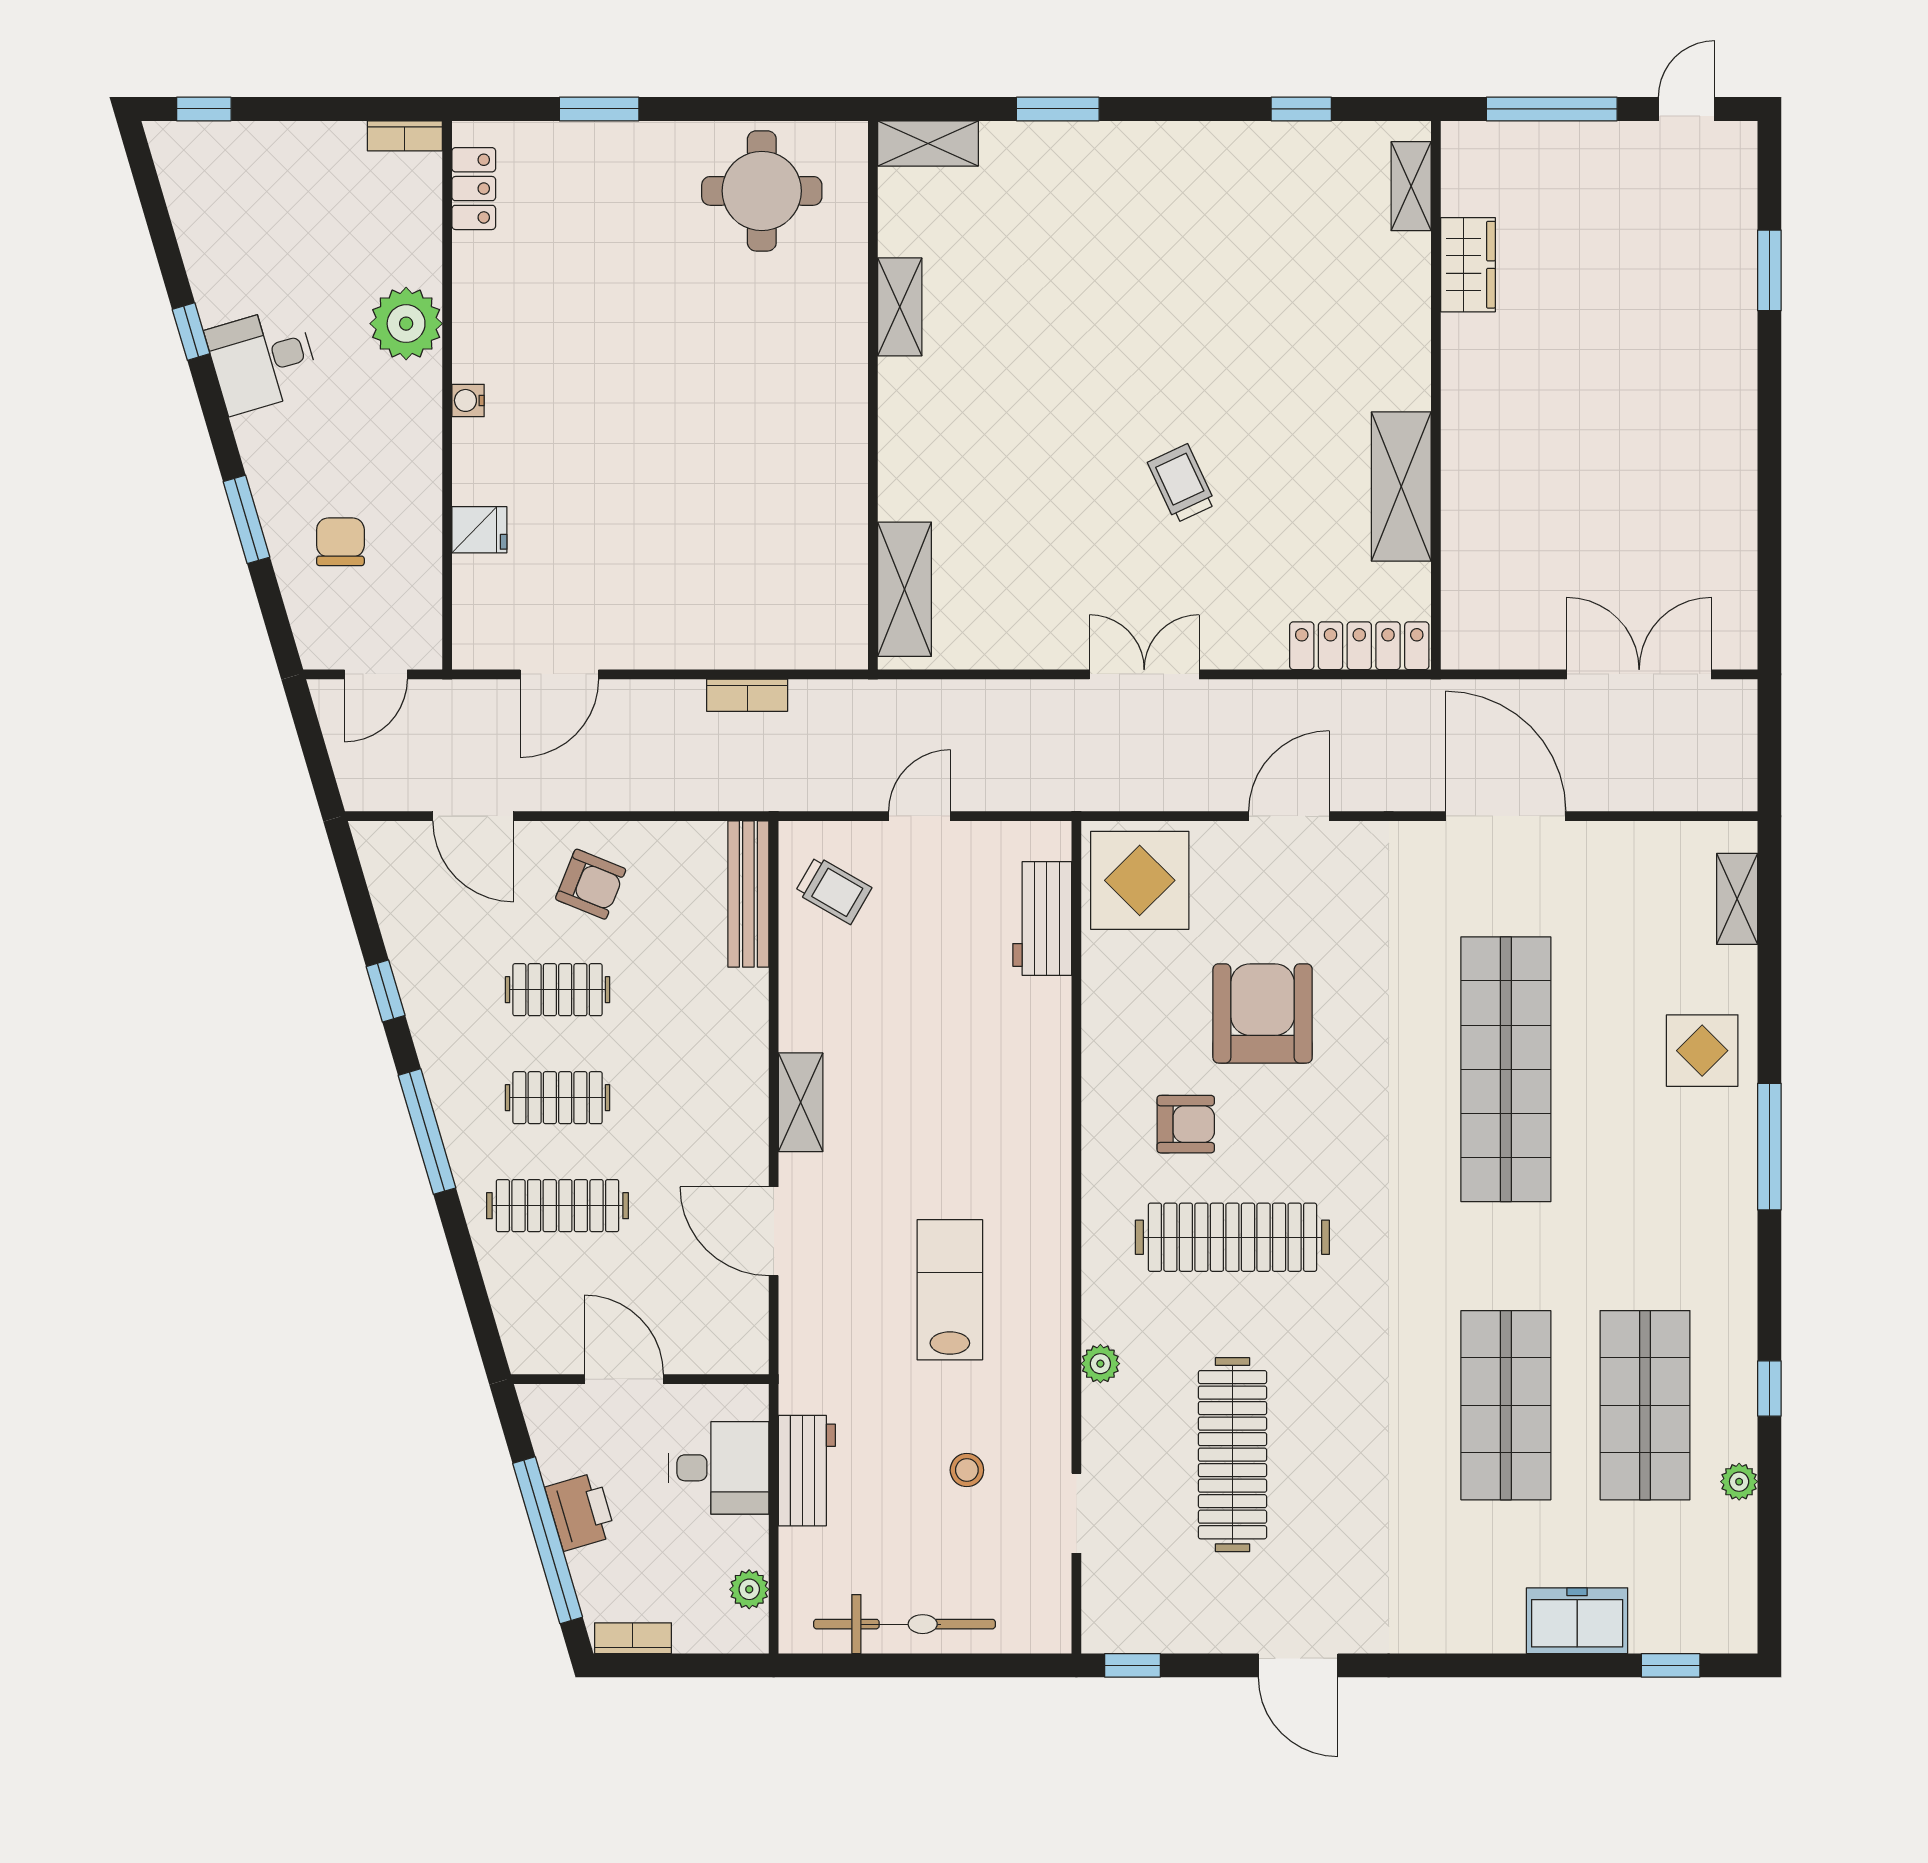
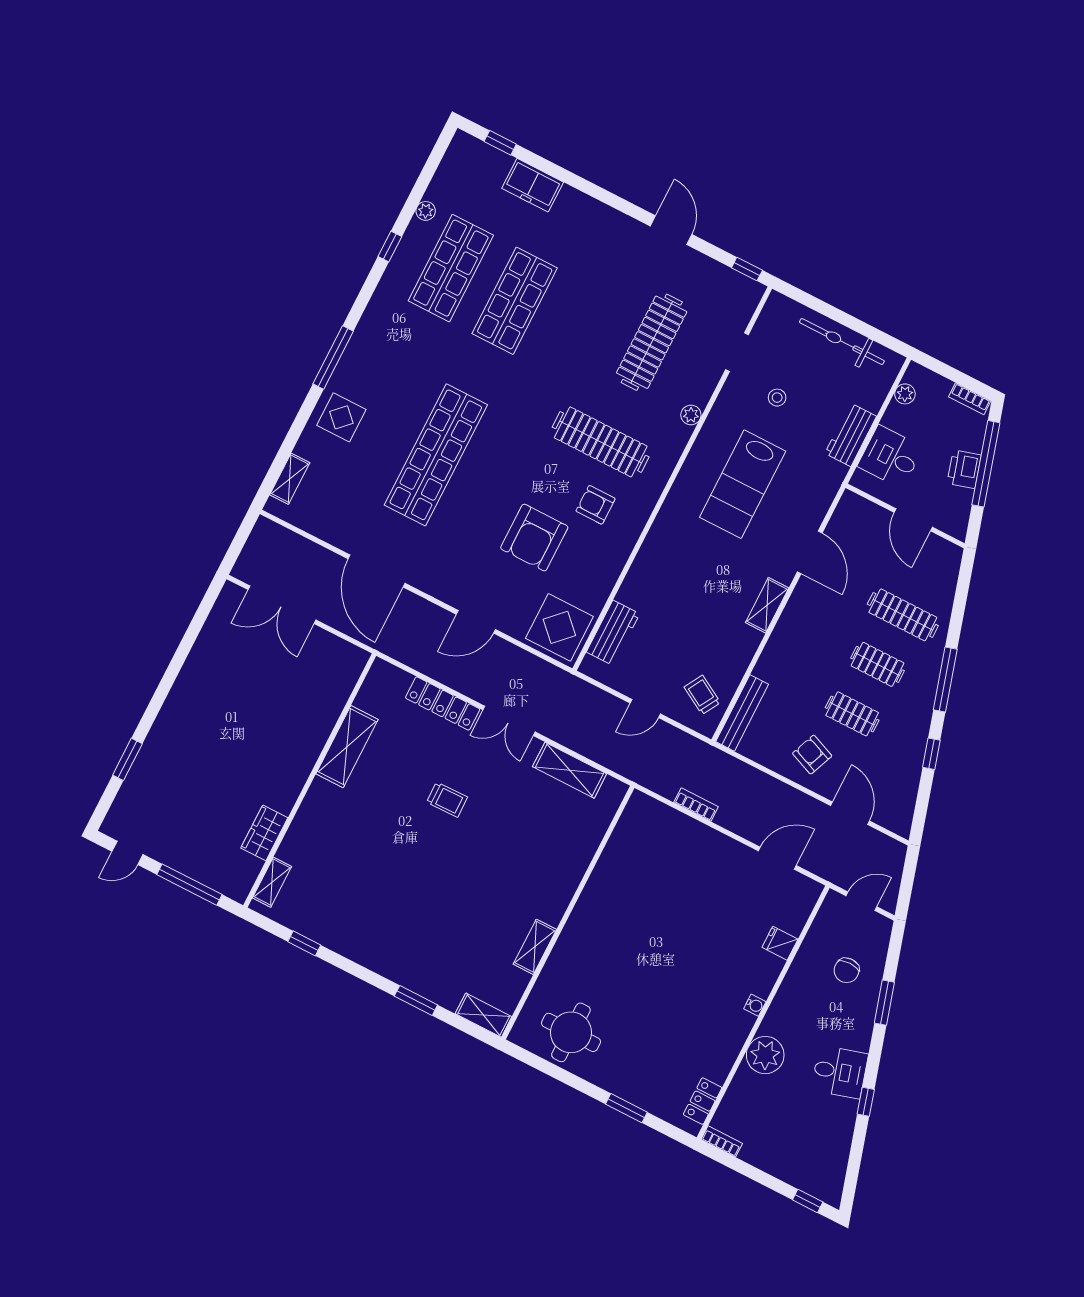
trolley: (1182, 483) -> (447, 800), turned -66
shelving: (905, 589) -> (570, 770), moved, turned 90
locker: (1359, 646) -> (443, 703), moved
lab bench: (950, 1290) -> (743, 484), width x1.36, depth x1.39

